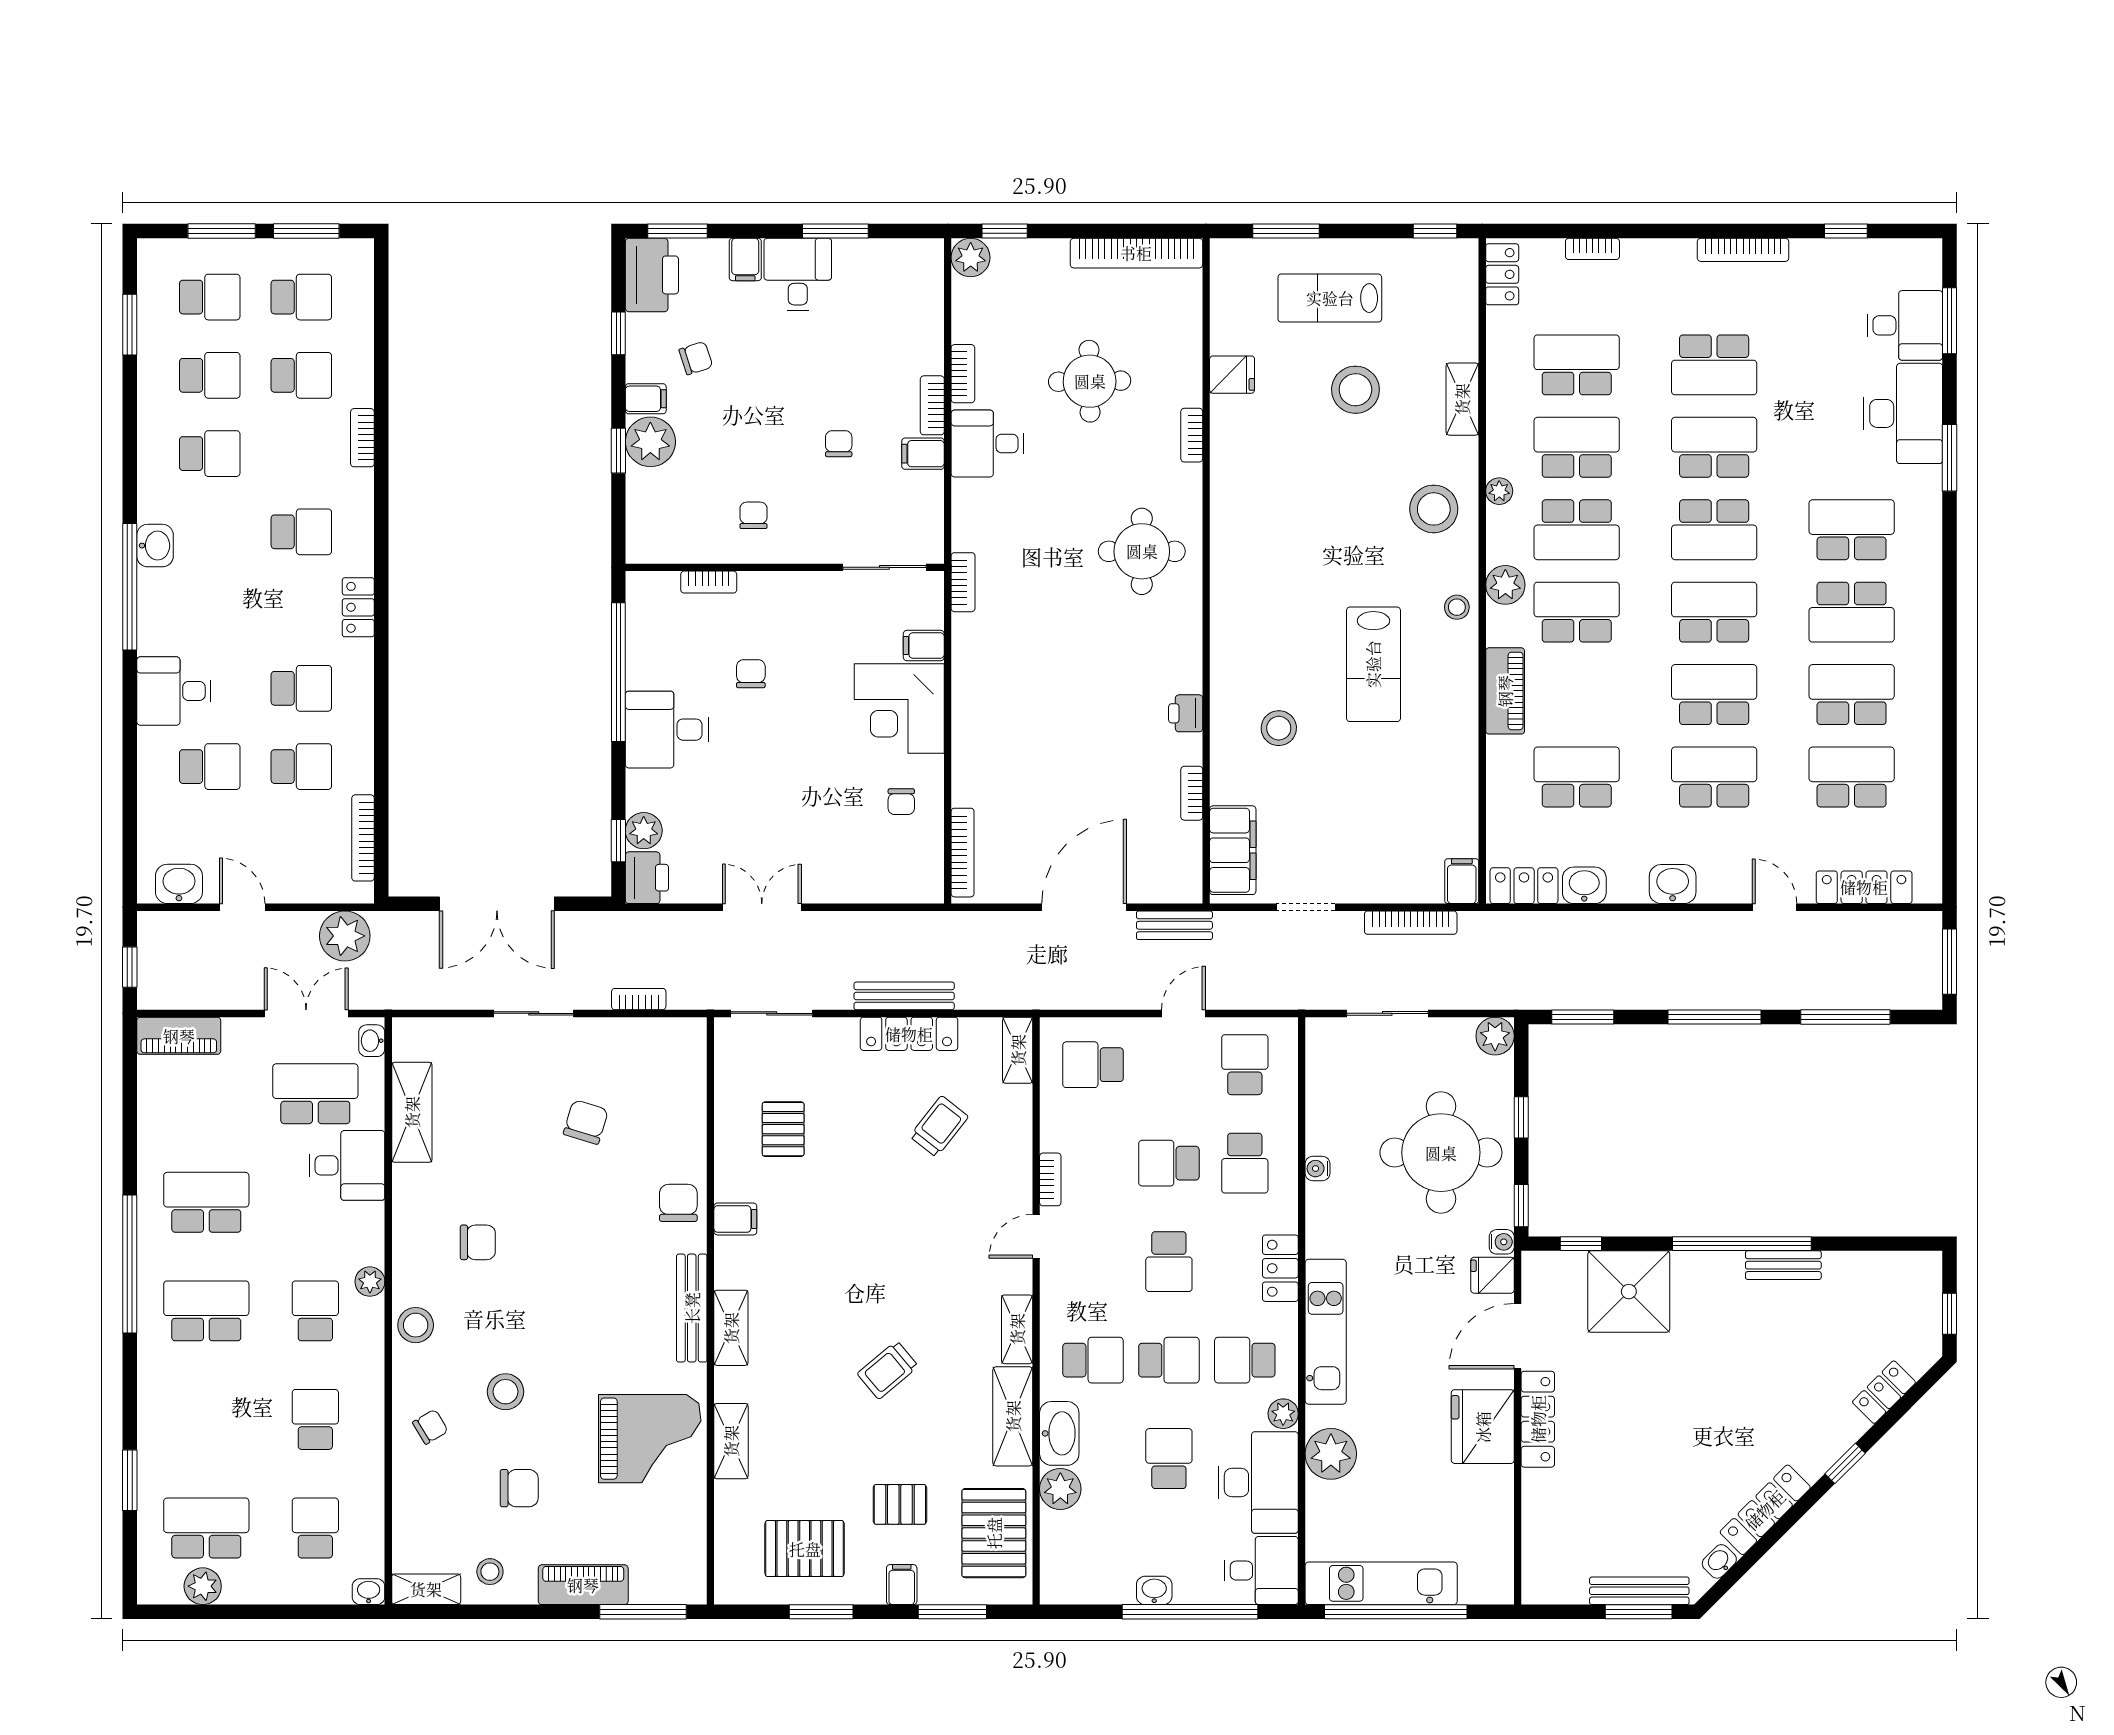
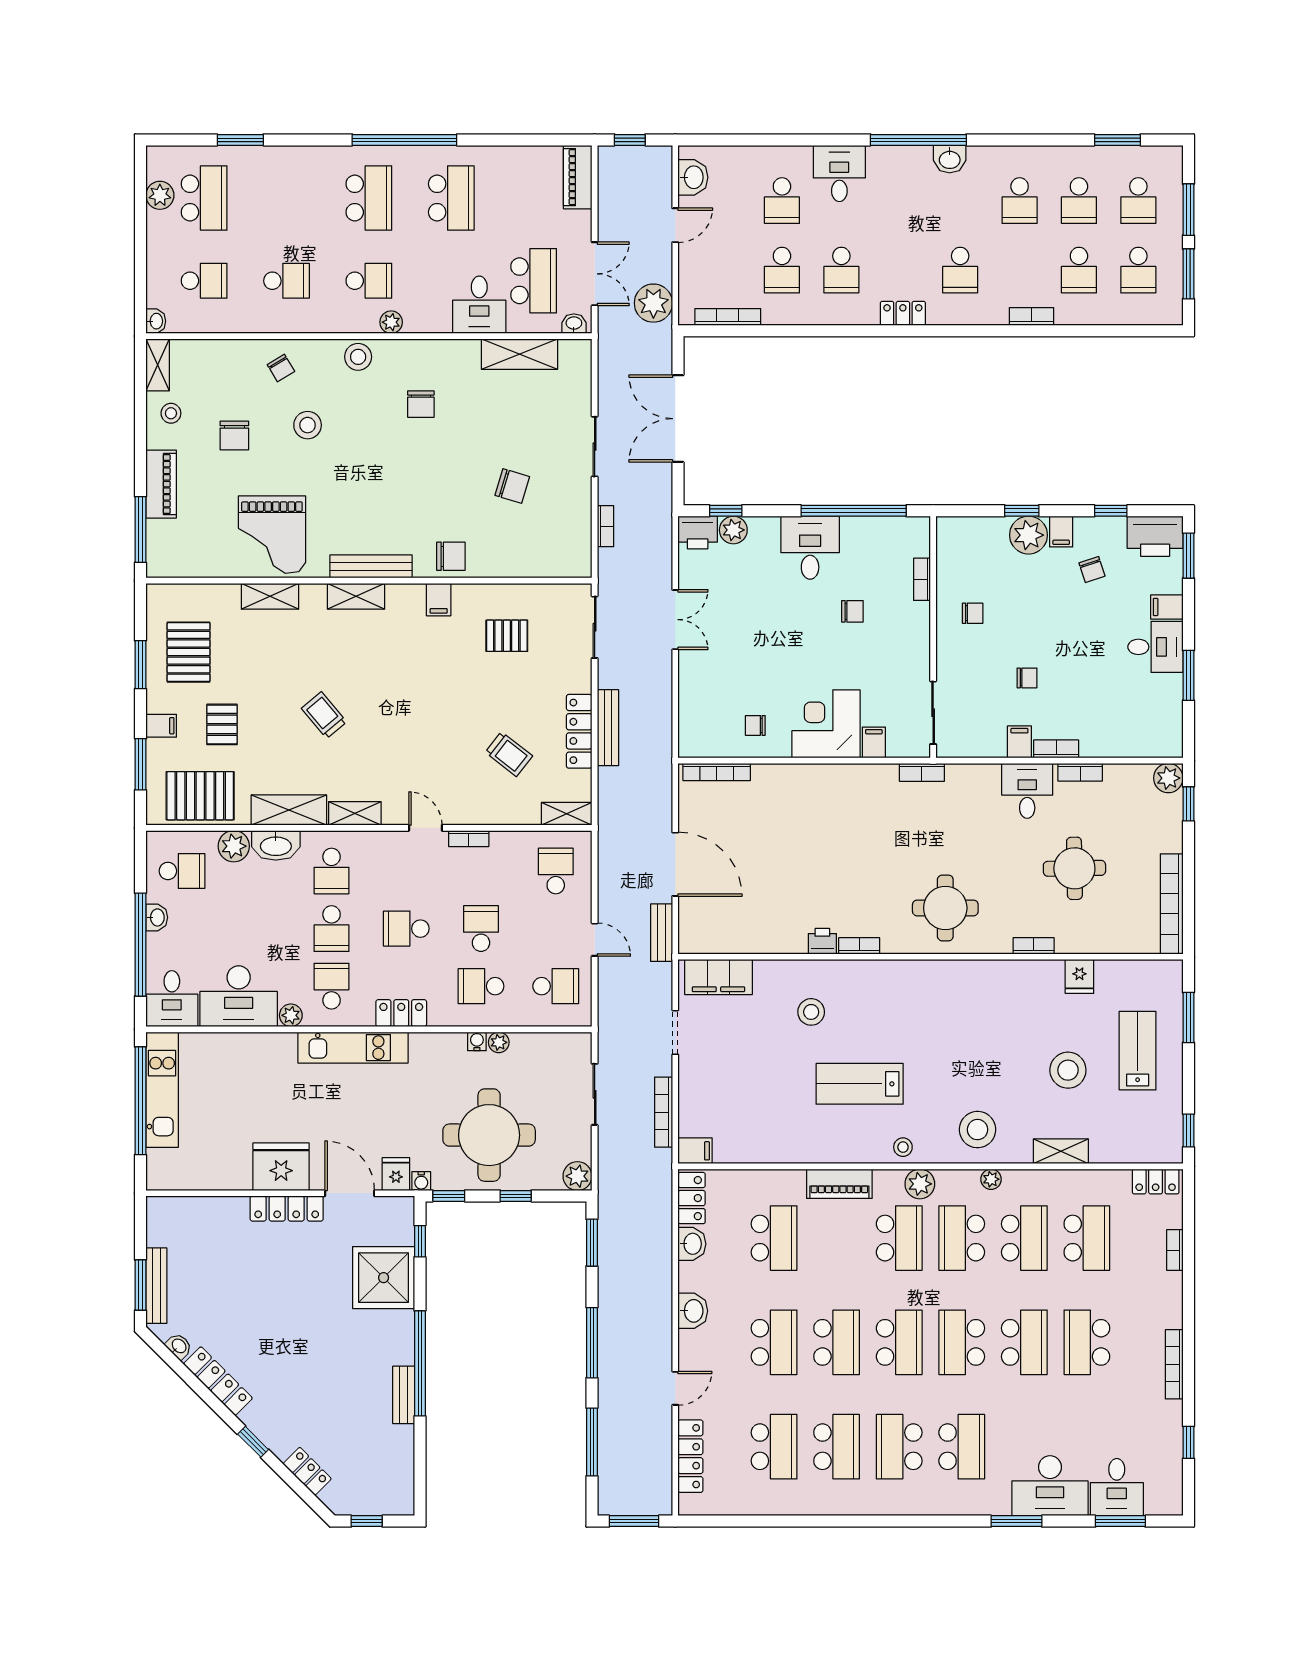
bookcase: (1192, 793) -> (859, 946), moved
plant: (1331, 1454) -> (499, 1042), moved, width x0.53, depth x0.53
school desk: (1169, 1459) -> (182, 871), moved

